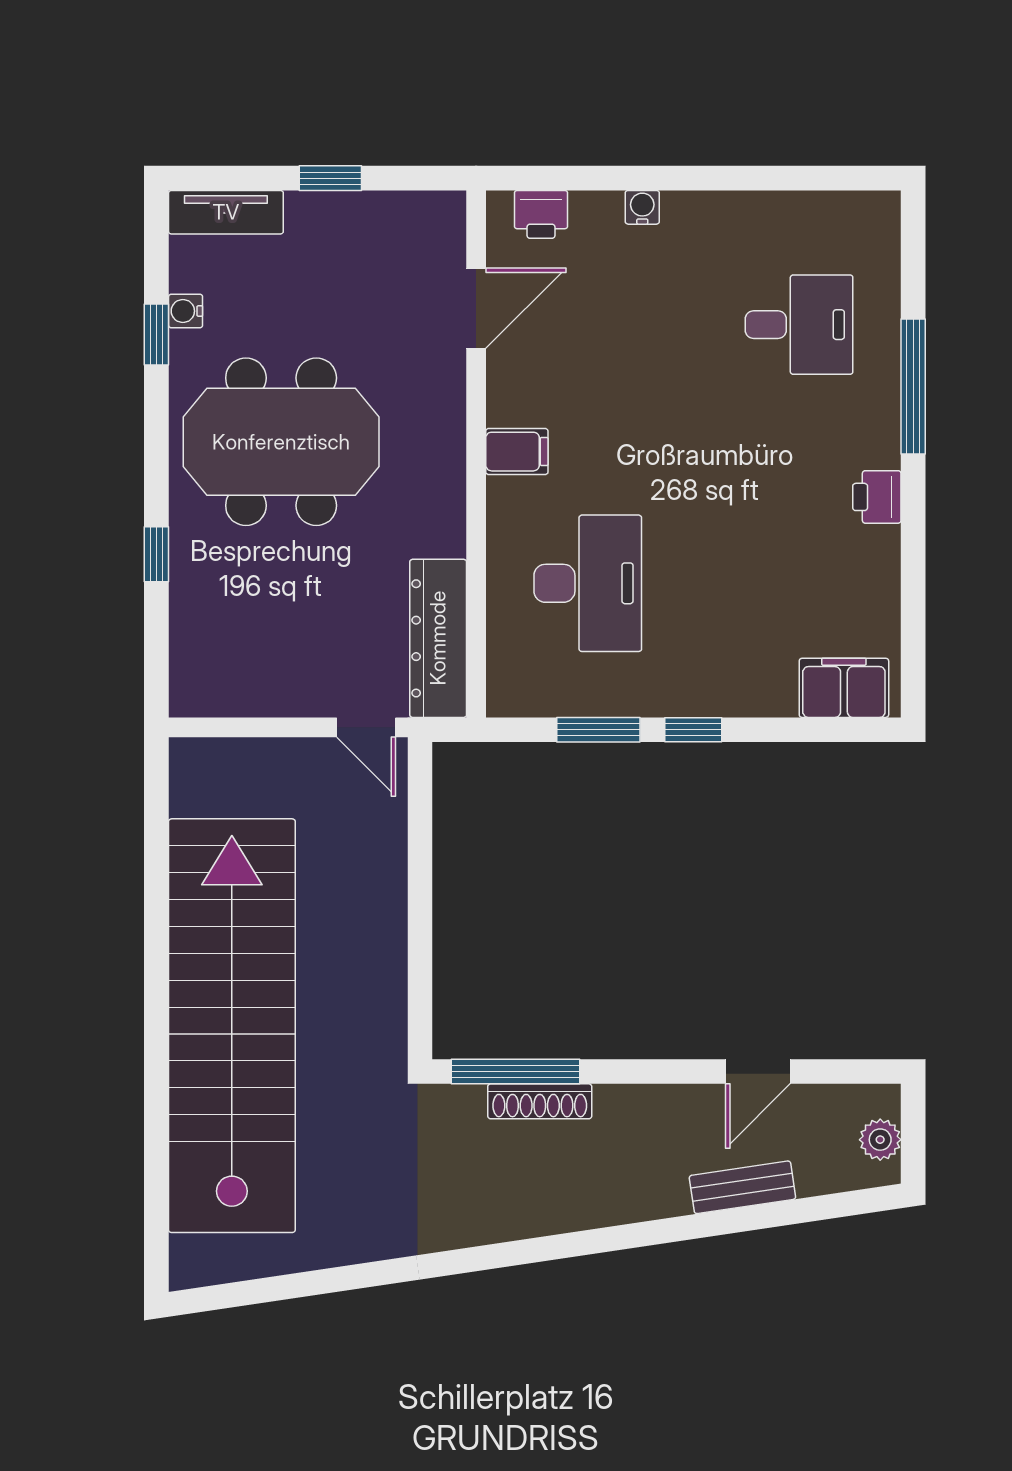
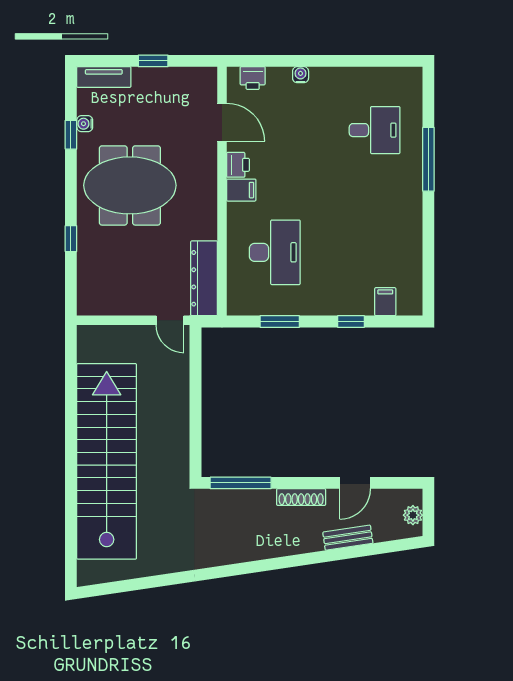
door: (476, 308) -> (222, 122), hinge flipped
printer: (877, 497) -> (238, 165), moved, turned 180
filing cabinet: (844, 688) -> (385, 302), width x0.50
window: (693, 730) -> (351, 322), moved
shoe rack: (540, 1101) -> (301, 497), moved

